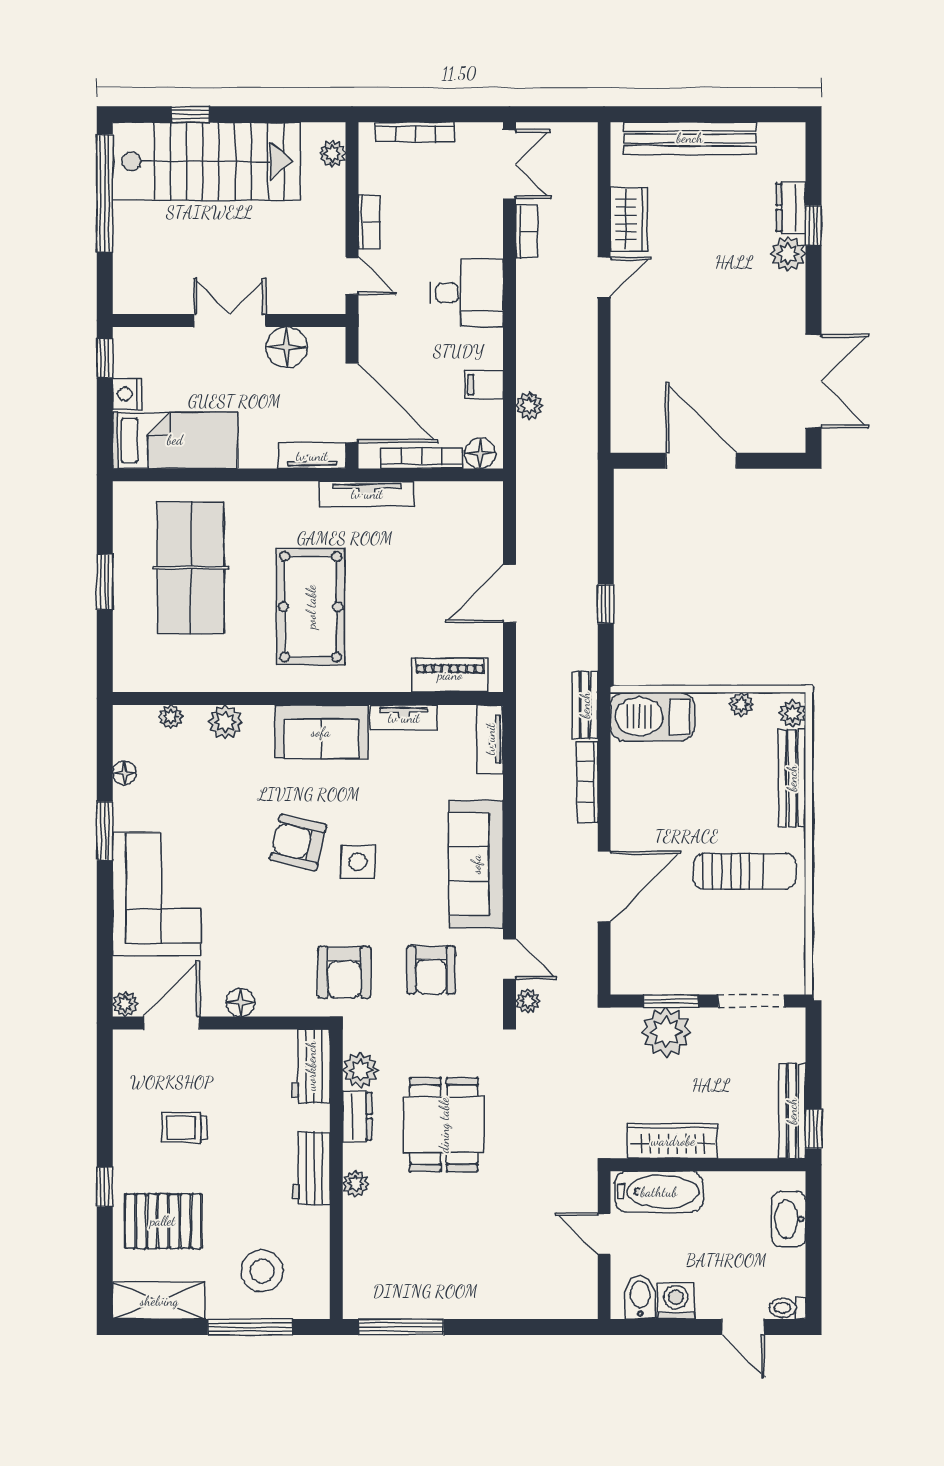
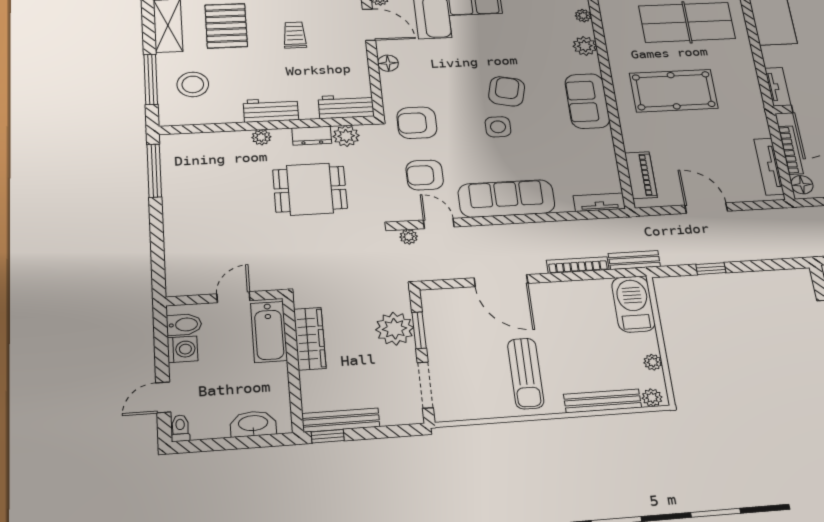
tv unit: (367, 494) -> (769, 167), moved
tv unit: (404, 718) -> (606, 149), removed
door: (510, 959) -> (439, 223), swing flipped

